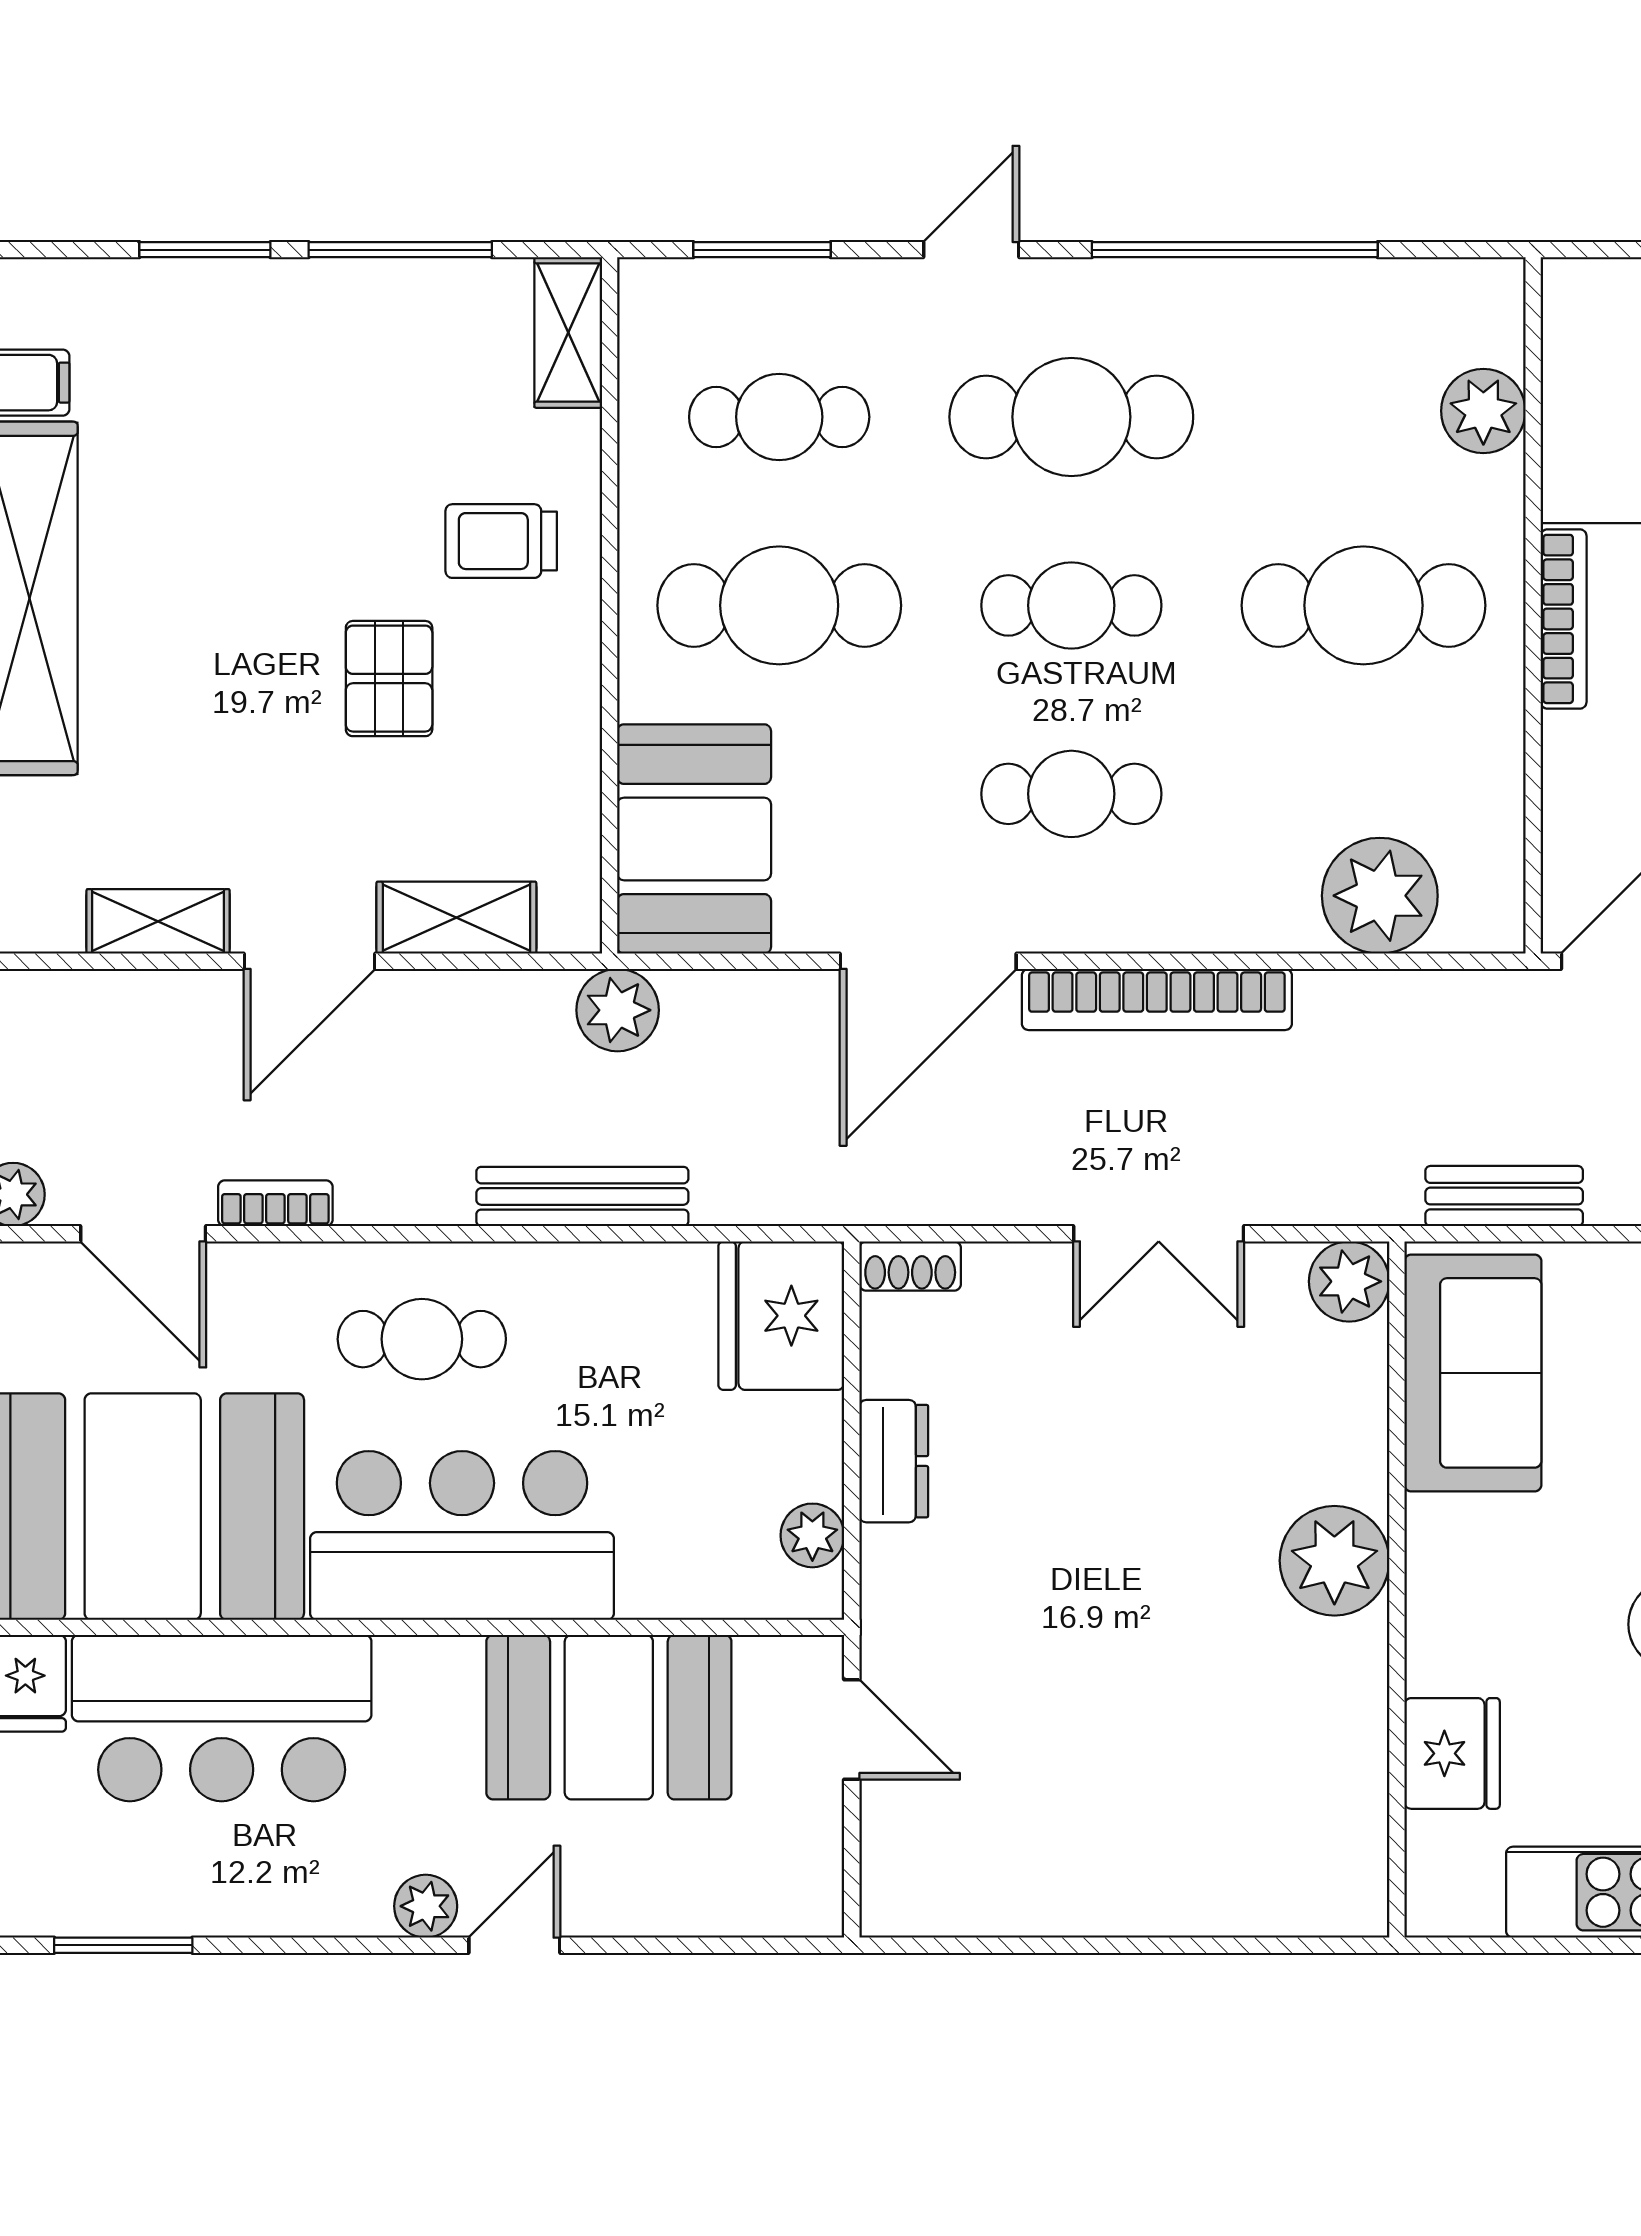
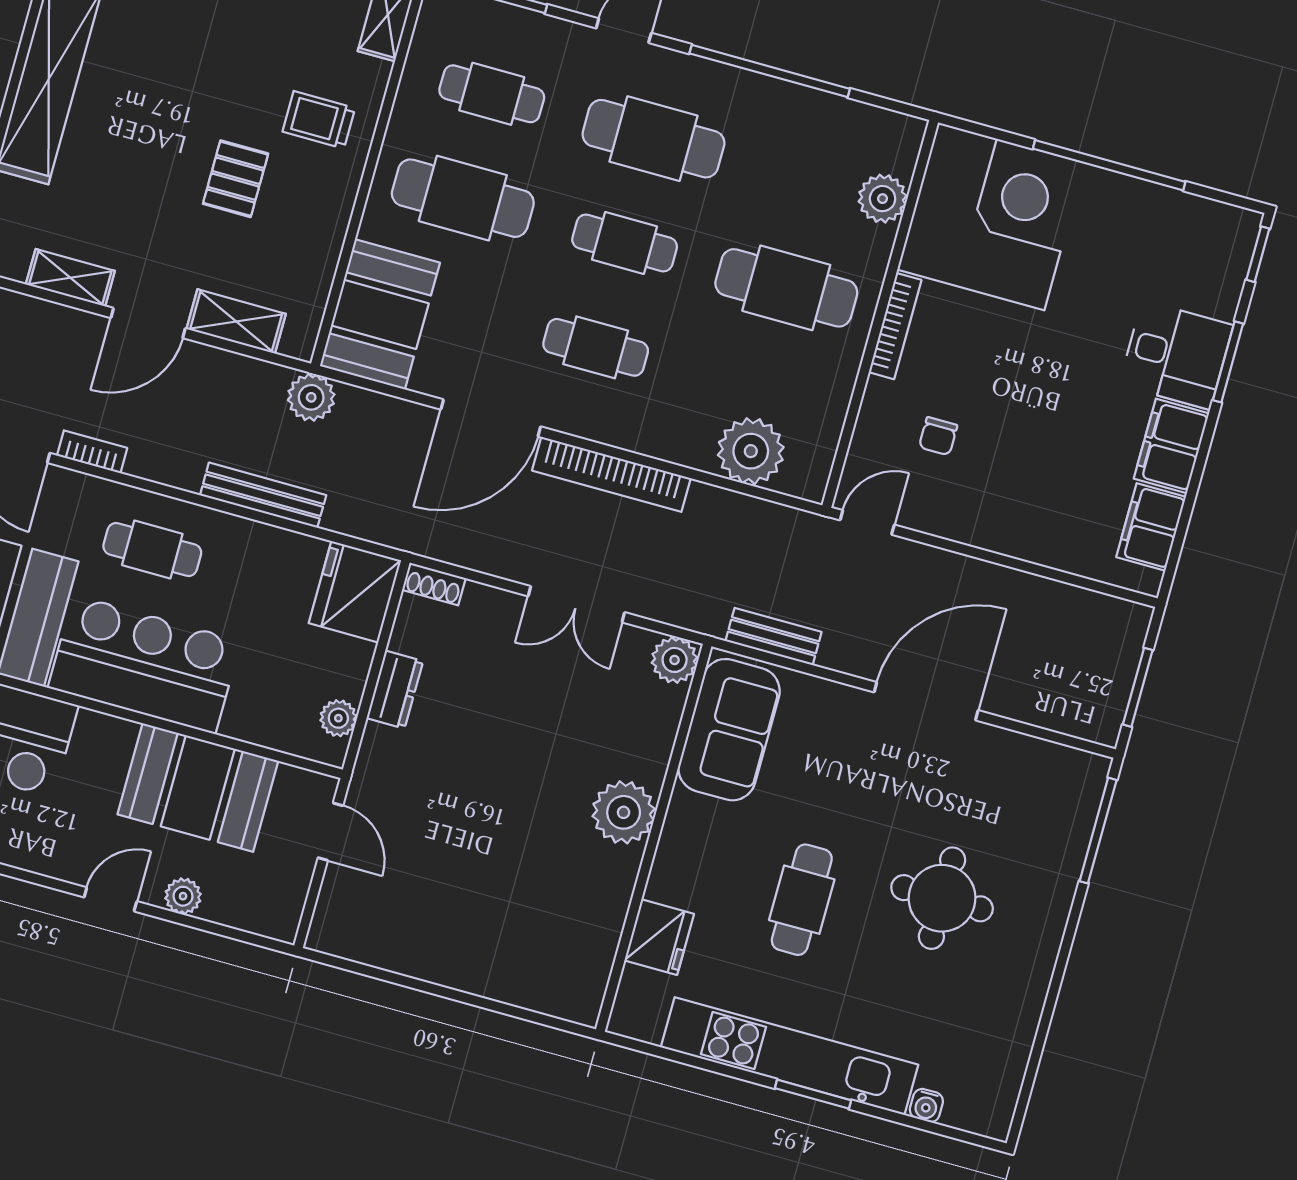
plant: (426, 1906) -> (183, 896), moved

